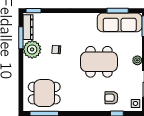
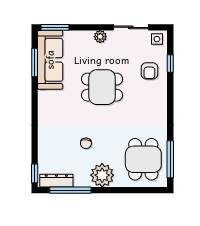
window: (21, 38) -> (70, 190), width x1.44
plant: (32, 49) -> (102, 175), moved
dining table: (99, 62) -> (102, 87), width x0.73

